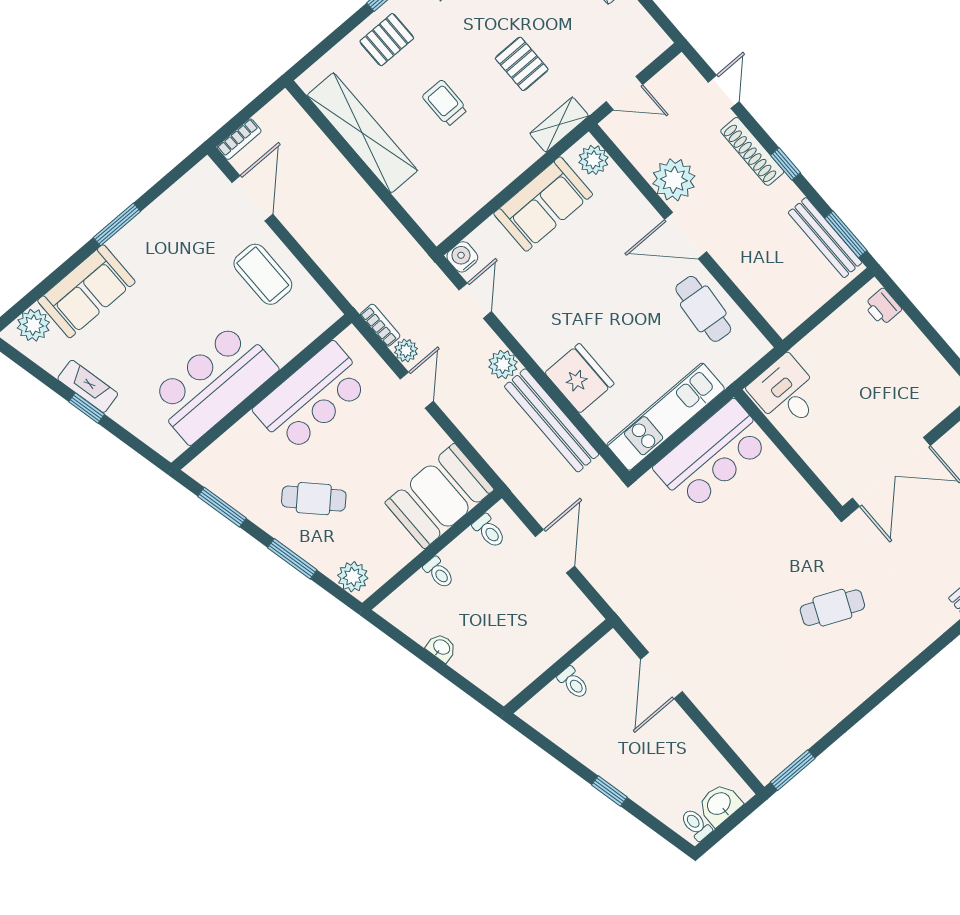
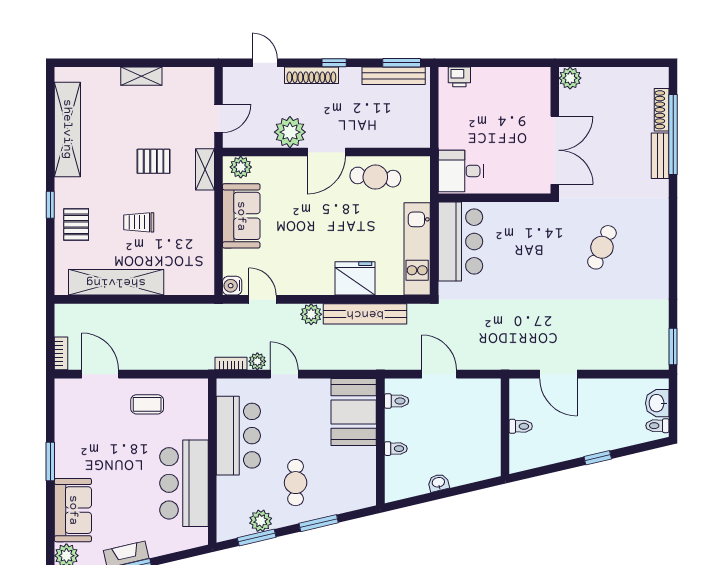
coffee table: (263, 274) -> (147, 404), width x0.73, depth x0.77
cafe table: (314, 499) -> (296, 483), turned -45
plant: (353, 577) -> (261, 521), moved

